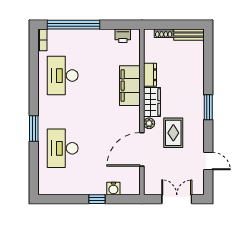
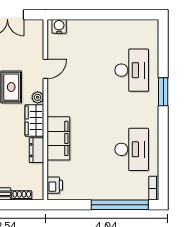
printer: (123, 36) -> (55, 185), moved, turned 90
door: (142, 149) -> (45, 69), width x0.53
water cooler: (113, 188) -> (59, 26), moved
window: (97, 199) -> (94, 15), removed

